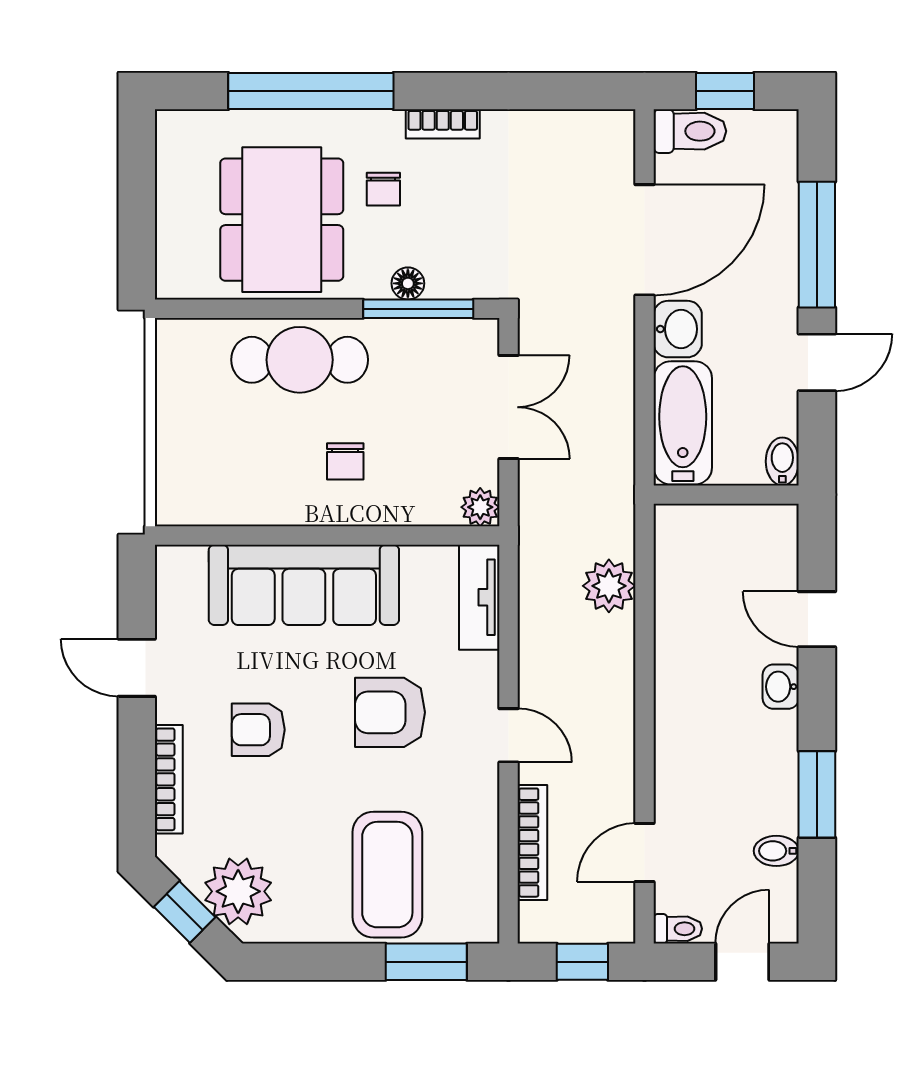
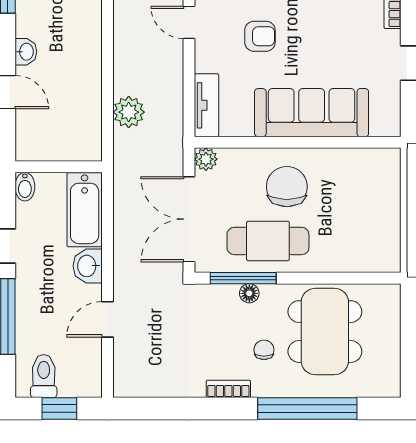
toilet: (690, 131) -> (44, 376), moved, turned 90
door: (645, 240) -> (107, 319), width x0.53
cafe table: (300, 360) -> (268, 241), moved
double door: (509, 407) -> (189, 219), width x1.37
chair: (345, 461) -> (287, 187), width x1.87, depth x1.87
armchair: (390, 712) -> (260, 36), width x0.72, depth x0.72
armchair: (258, 730) -> (339, 26), removed

